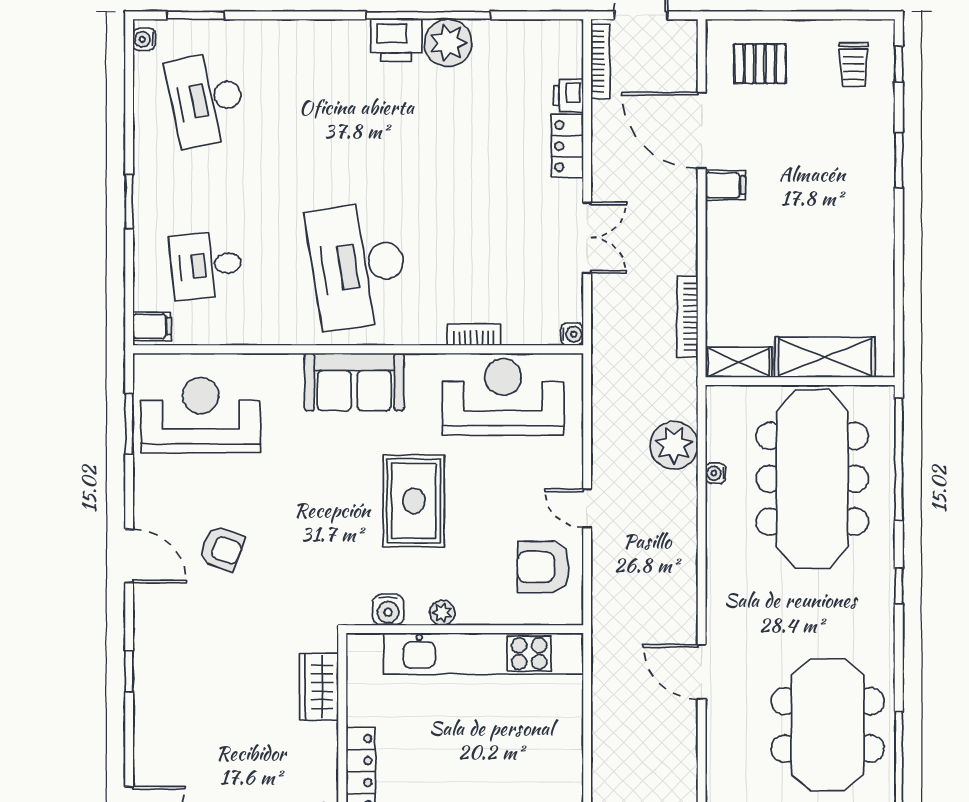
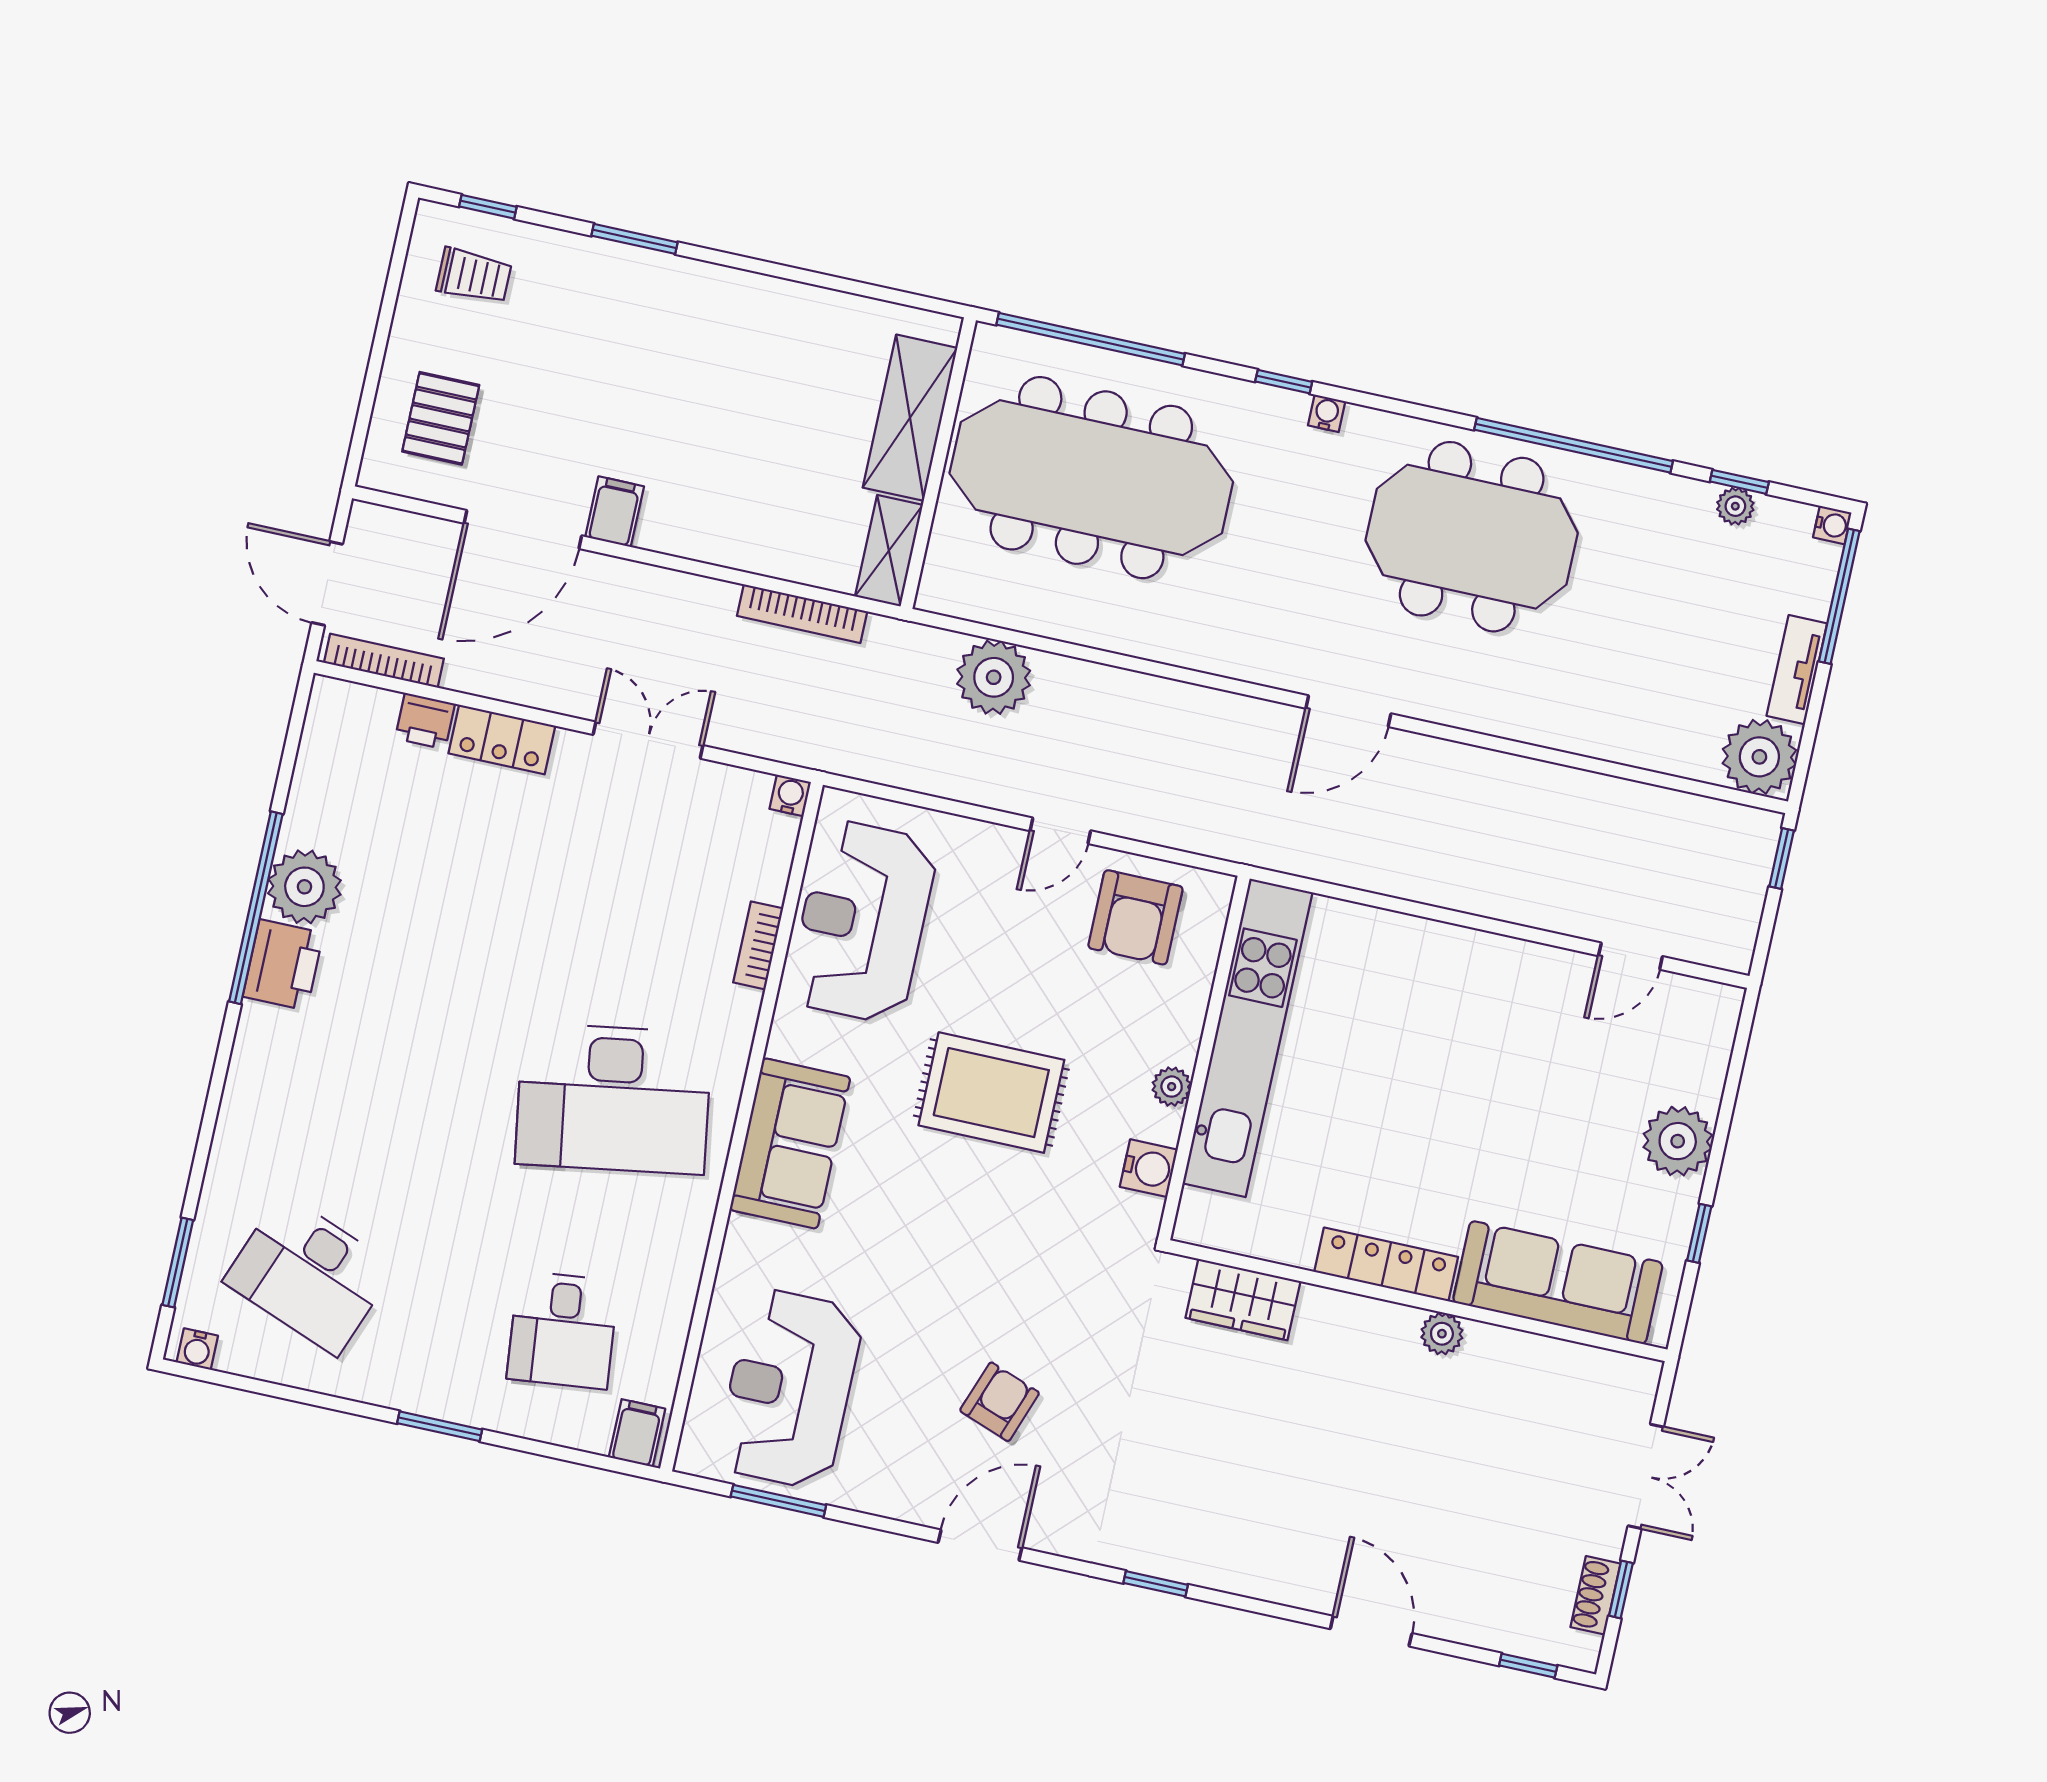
desk: (206, 99) -> (309, 1274), turned 33
water cooler: (716, 473) -> (1327, 413), moved, turned 180

